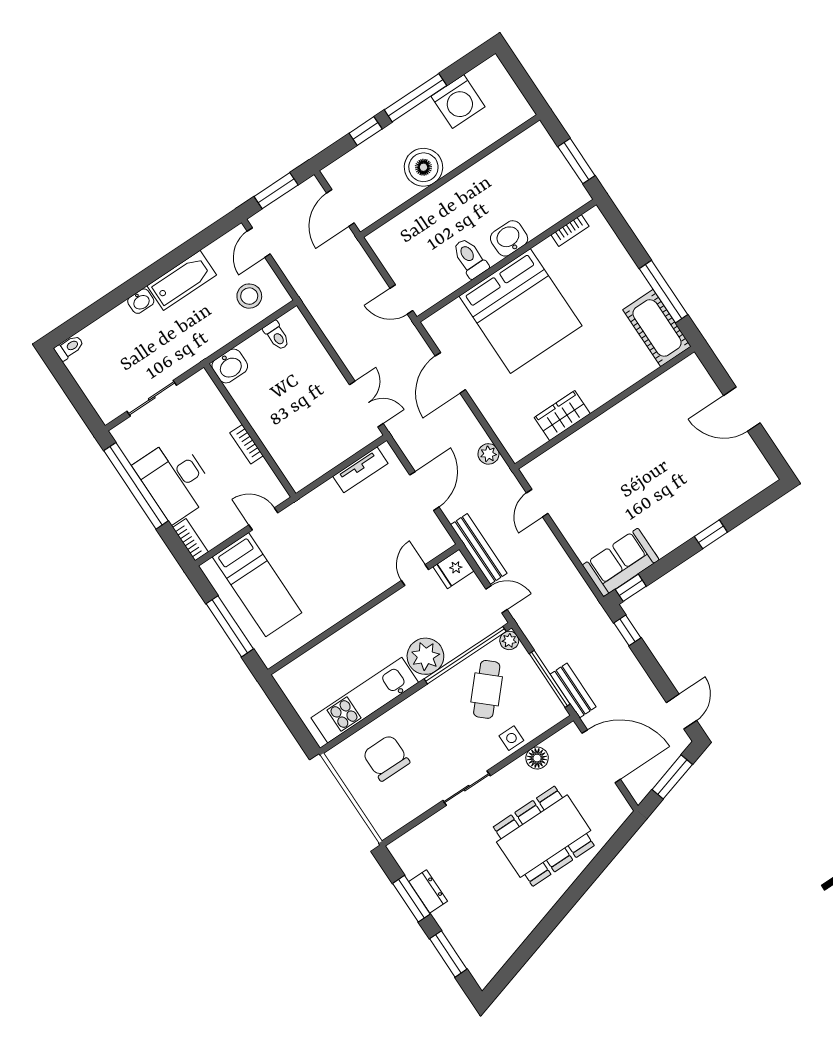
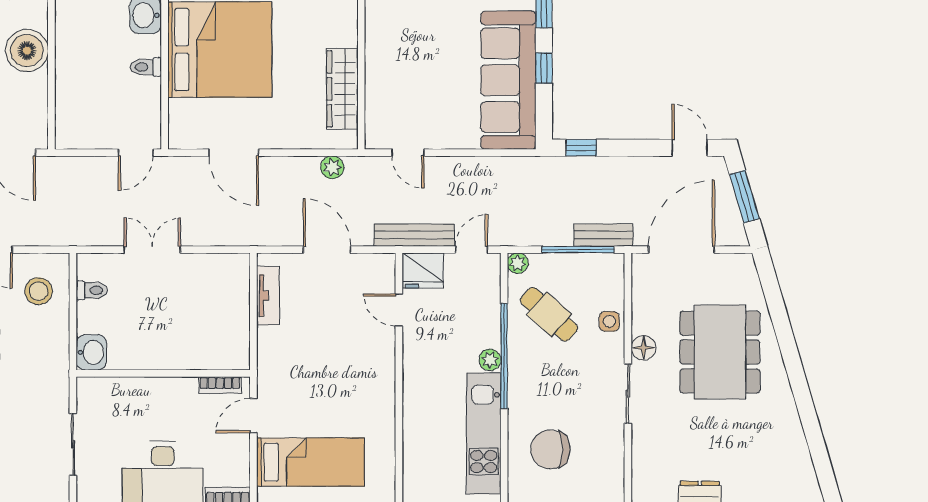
toilet: (470, 258) -> (146, 67), width x0.73, depth x0.72
double door: (366, 404) -> (152, 250), moved
wardrobe: (562, 416) -> (342, 89), width x1.50
bookcase: (247, 444) -> (220, 385), moved
sofa: (621, 562) -> (508, 80), width x1.85, depth x1.27
fridge: (454, 569) -> (423, 270), width x1.38
window: (631, 588) -> (544, 68), moved
window: (465, 655) -> (504, 356), moved
plant: (425, 656) -> (490, 360), width x0.53, depth x0.53
floor lamp: (537, 758) -> (644, 348), moved

